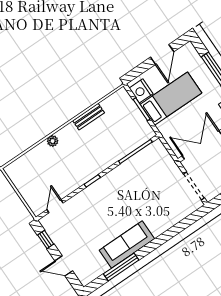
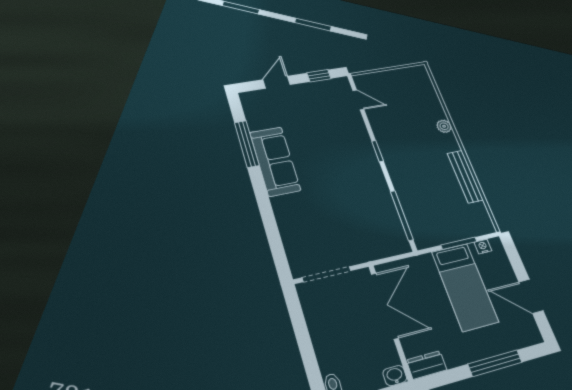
nightstand: (141, 91) -> (483, 247), width x0.53, depth x0.56
bench: (89, 117) -> (465, 176), width x1.36

